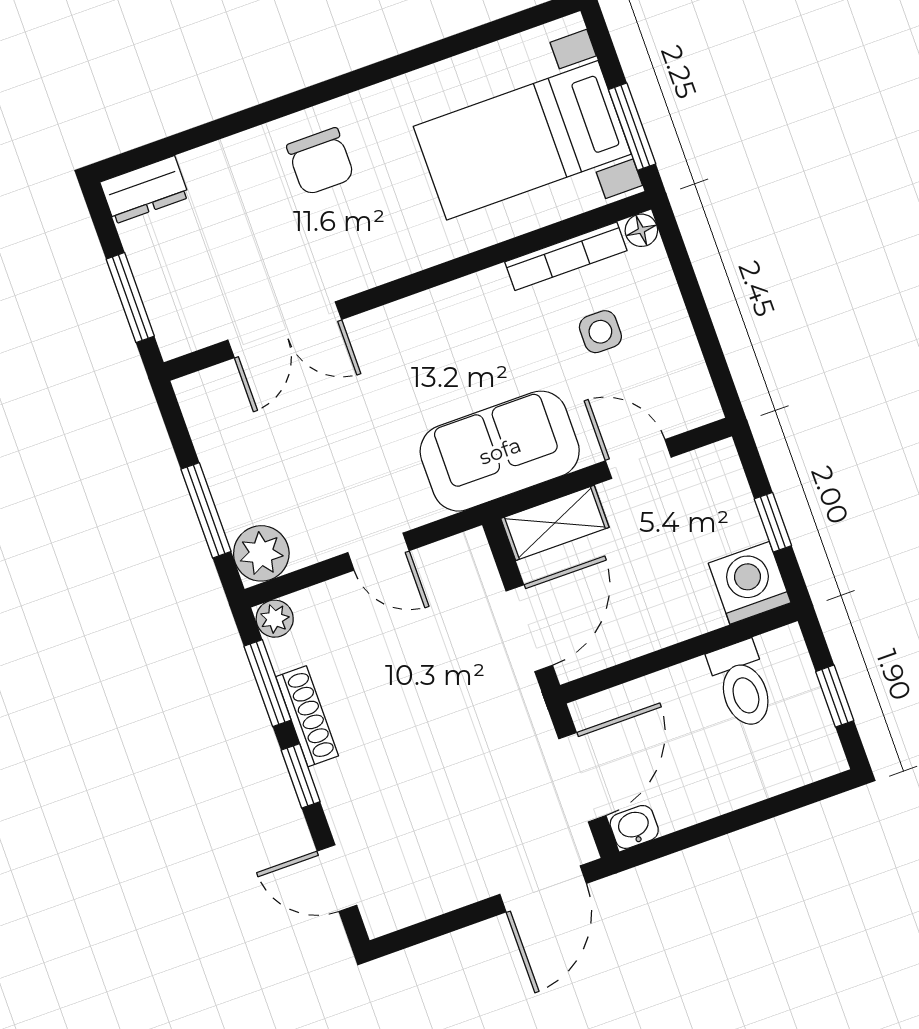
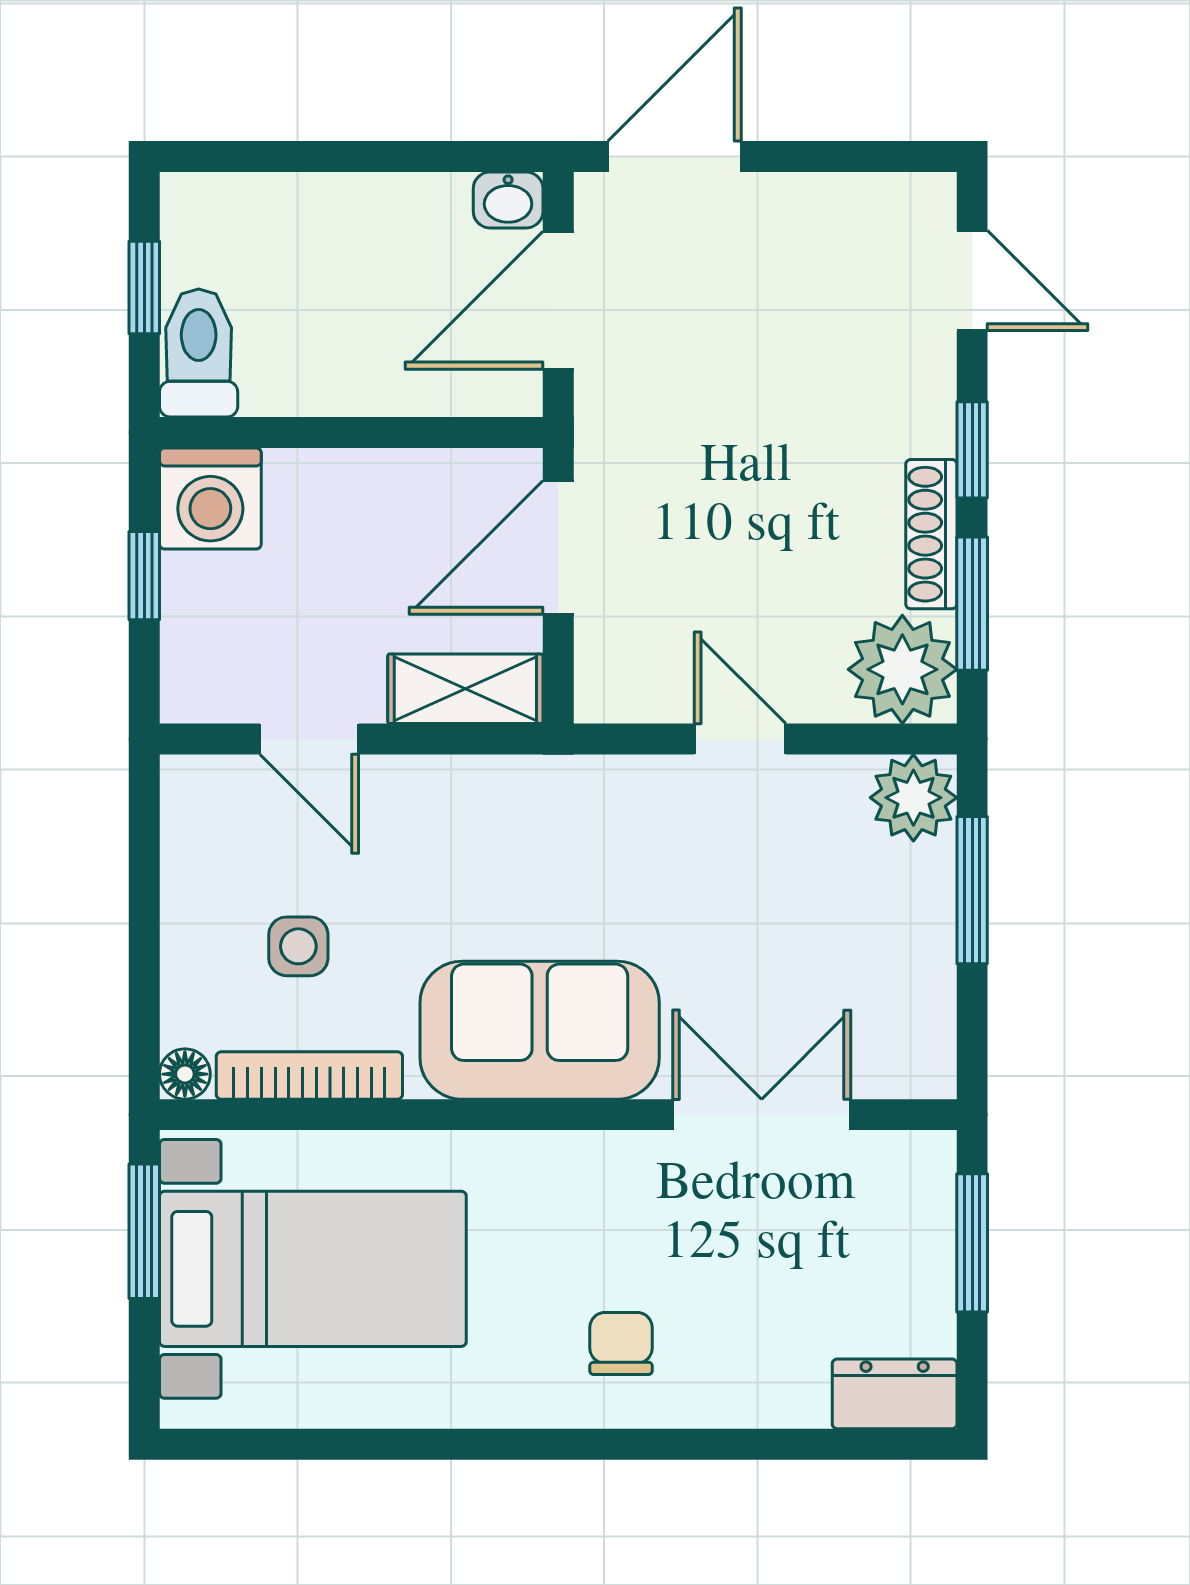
chair: (320, 161) -> (621, 1343), width x0.73, depth x0.73
sofa: (500, 451) -> (540, 1030), moved, turned 180
plant: (275, 619) -> (902, 669), width x1.88, depth x1.88
toilet: (742, 685) -> (199, 353), moved

